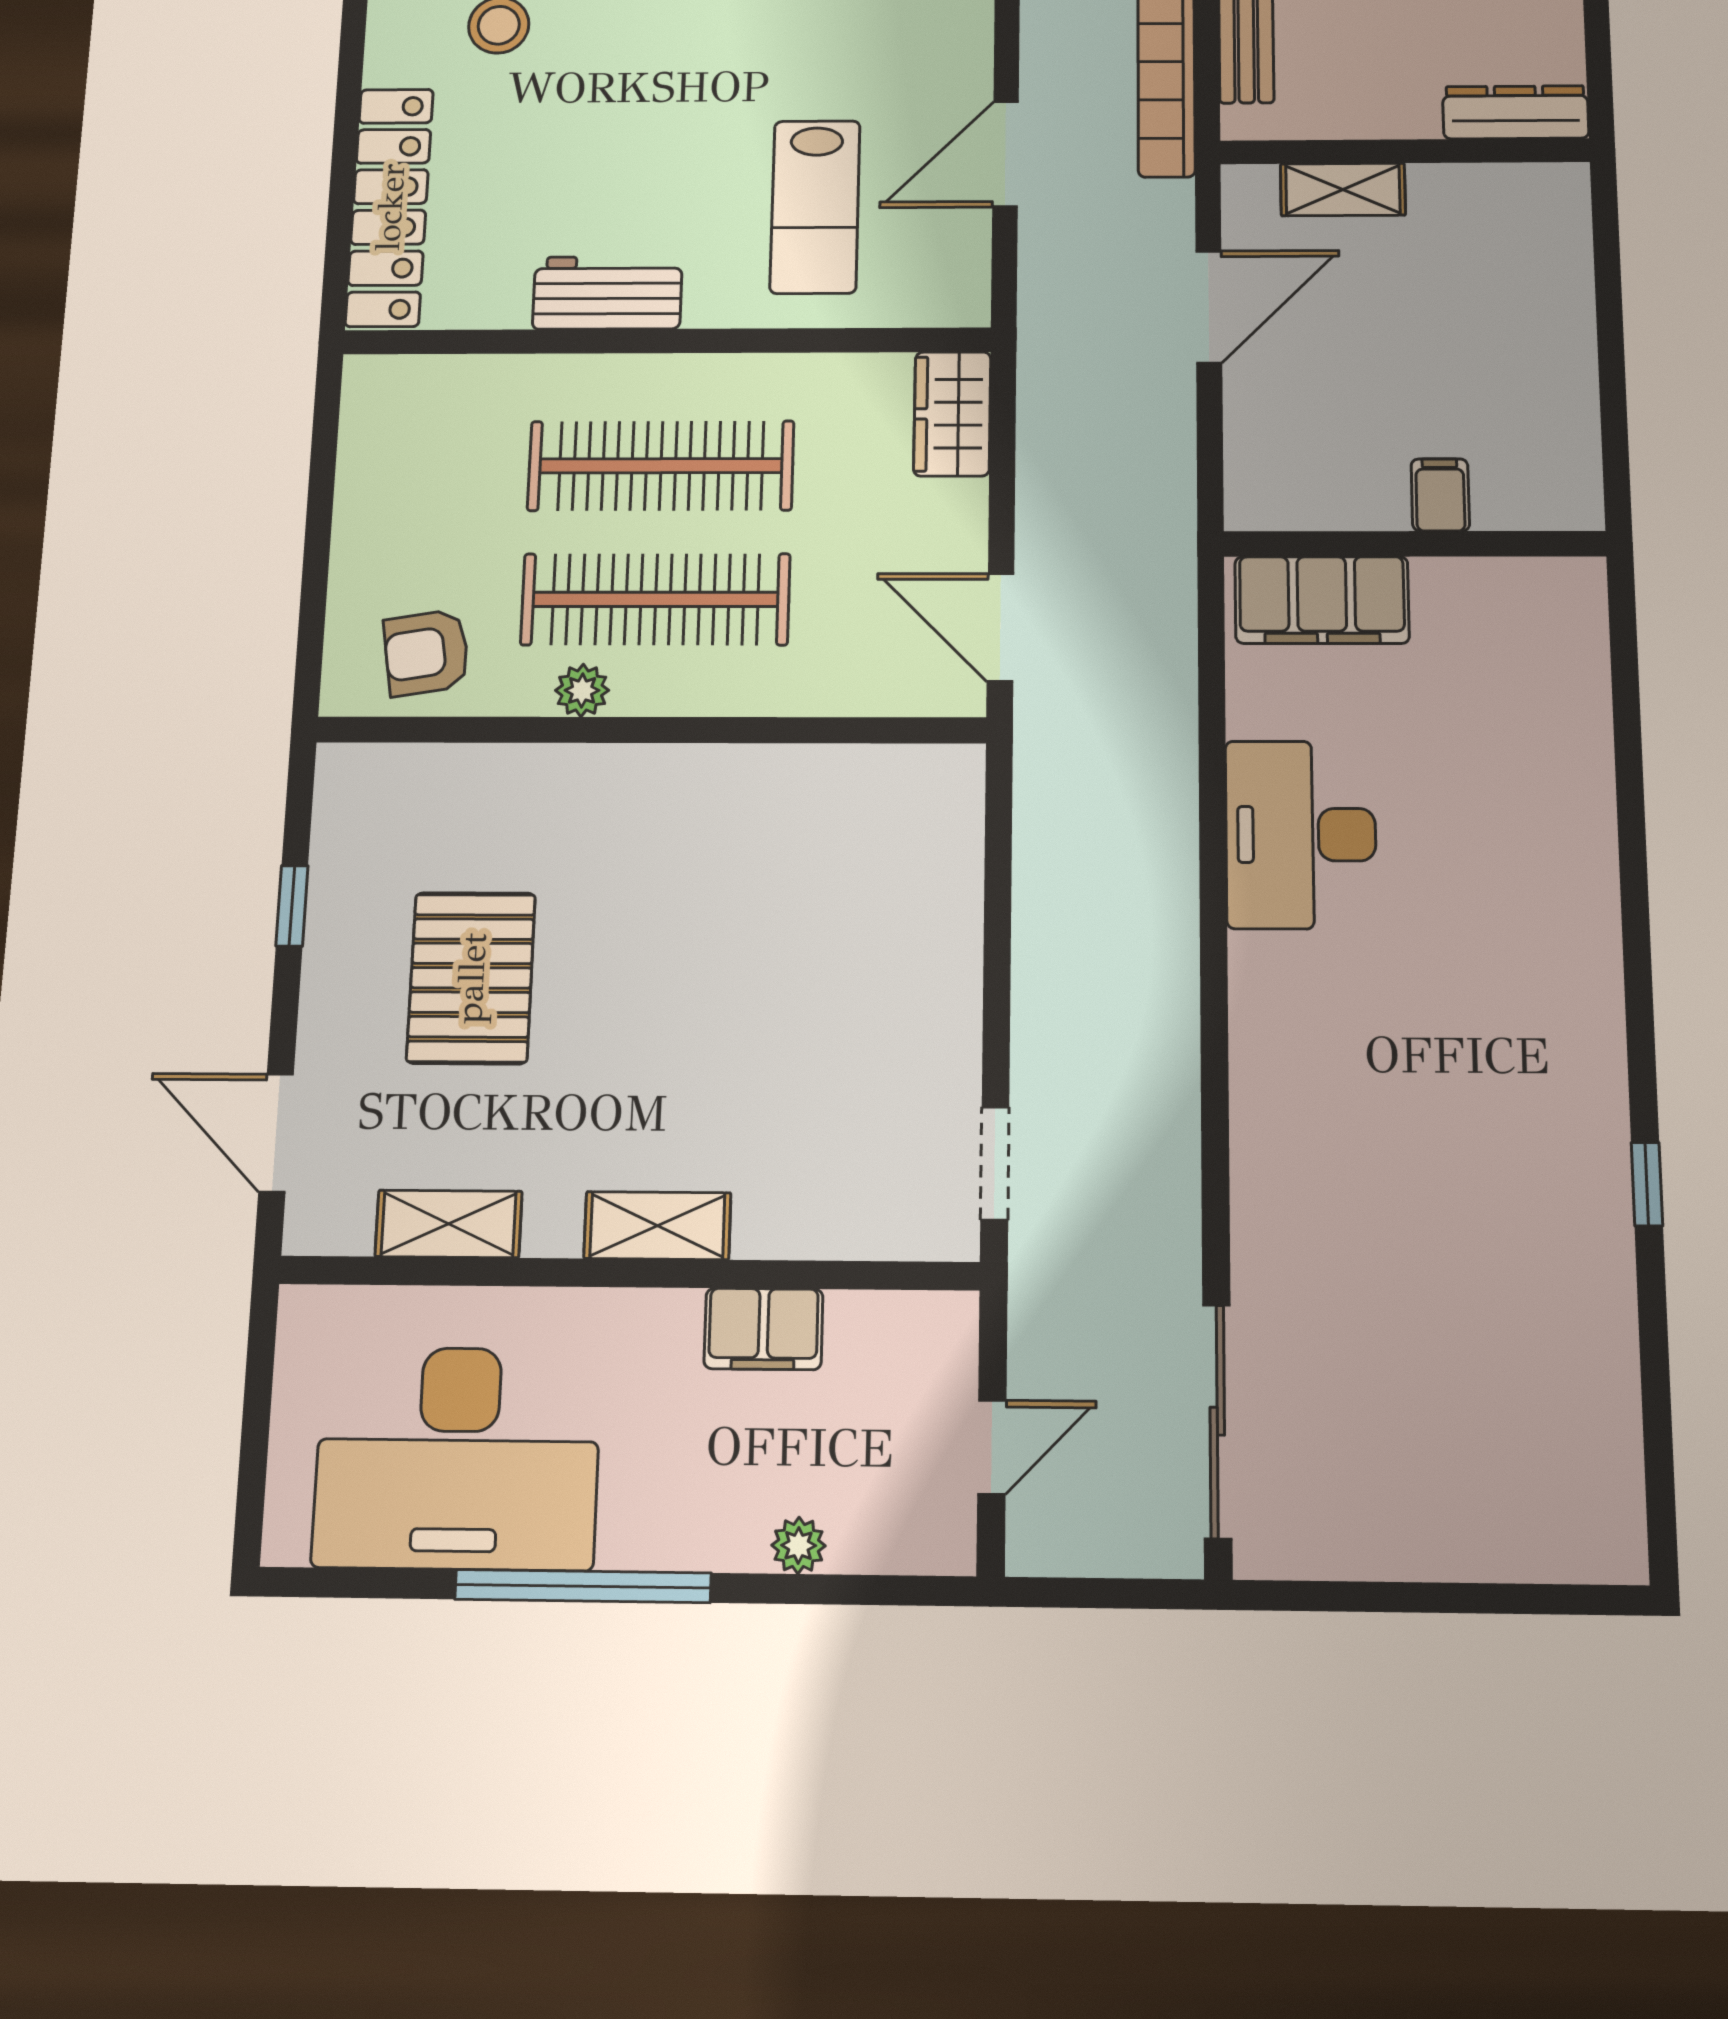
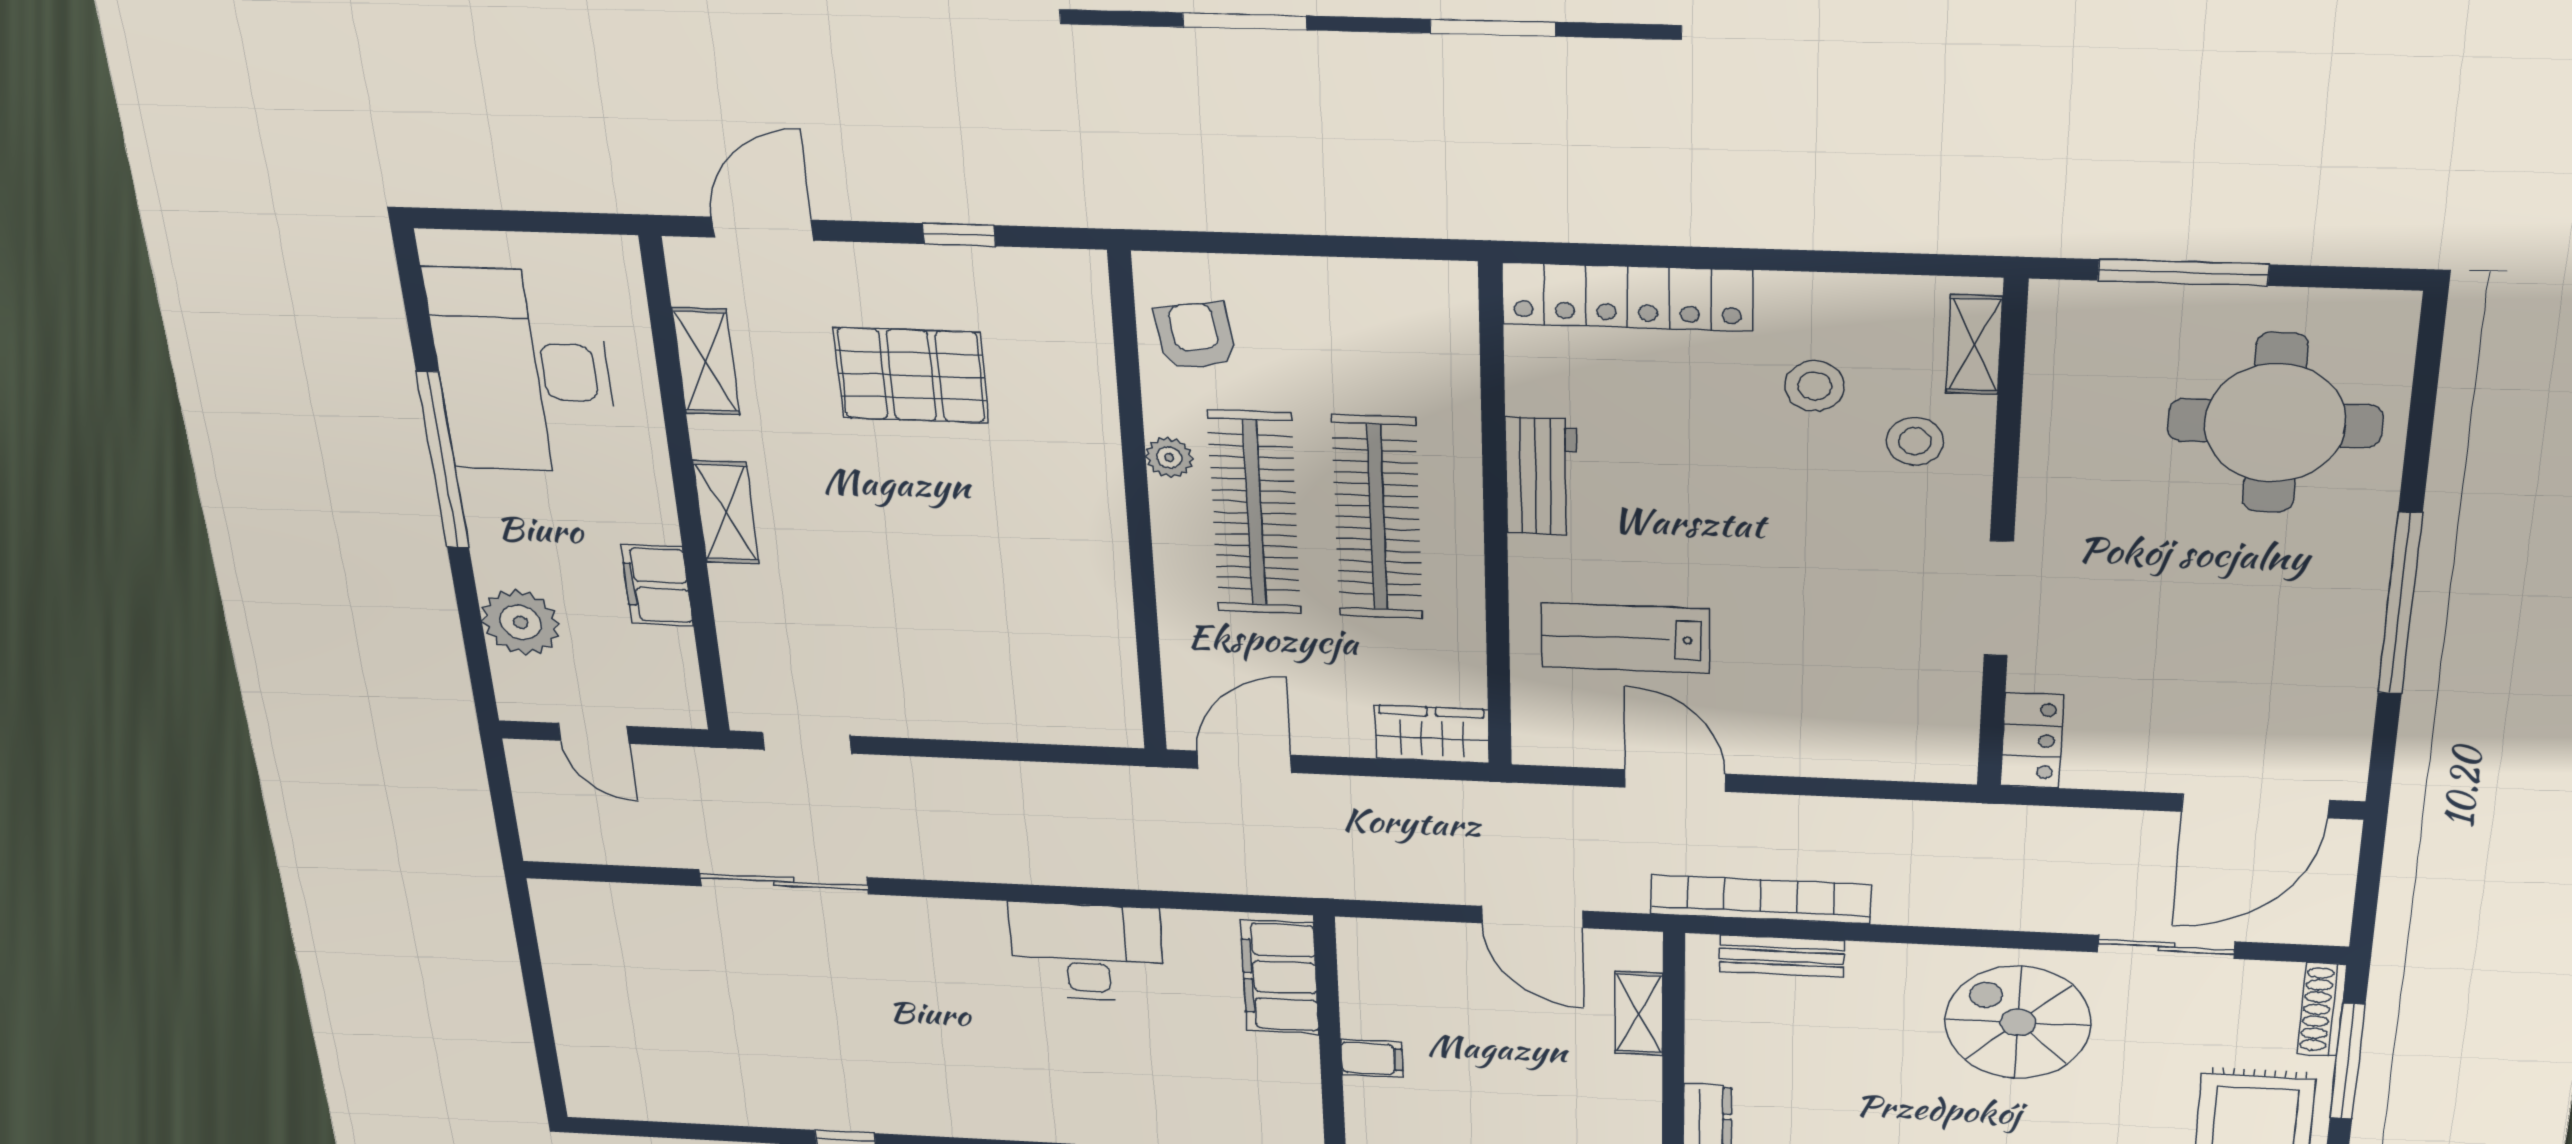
sliding door: (1217, 1421) -> (784, 882), moved
plant: (799, 1545) -> (520, 622), width x1.87, depth x1.87

